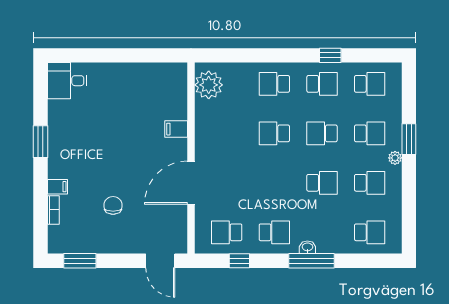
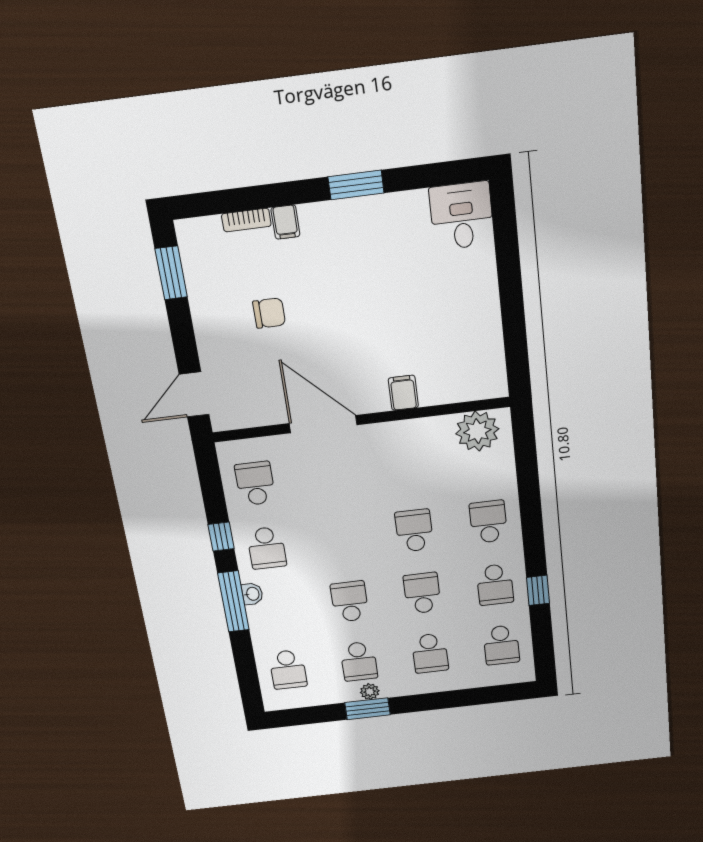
window: (409, 139) -> (368, 709), moved
plant: (395, 158) -> (370, 692), moved
school desk: (322, 183) -> (350, 602), turned 180
window: (239, 261) -> (221, 536), moved

